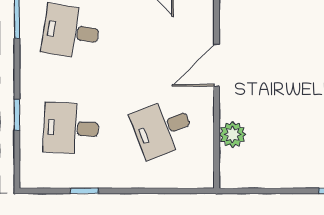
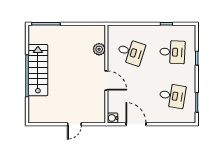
door: (217, 65) -> (106, 81), hinge flipped
desk: (163, 128) -> (131, 52), turned 39

